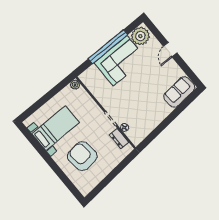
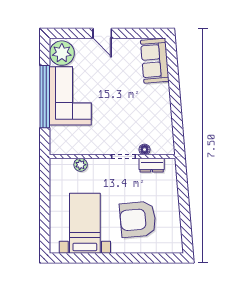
plant: (75, 85) -> (81, 165), moved

